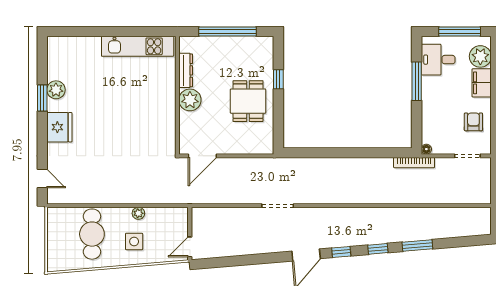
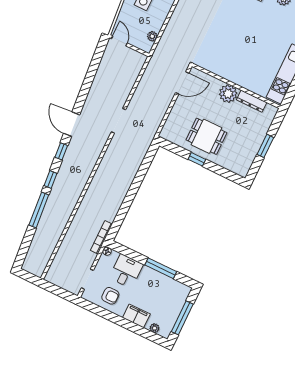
window: (227, 32) -> (265, 146), width x0.47
plant: (480, 56) -> (155, 328), width x0.53, depth x0.53
desk: (438, 60) -> (126, 271), moved
window: (278, 79) -> (197, 159), moved
door: (202, 156) -> (182, 83), swing flipped
plant: (138, 213) -> (152, 36), moved
window: (417, 245) -> (39, 210), width x1.44

